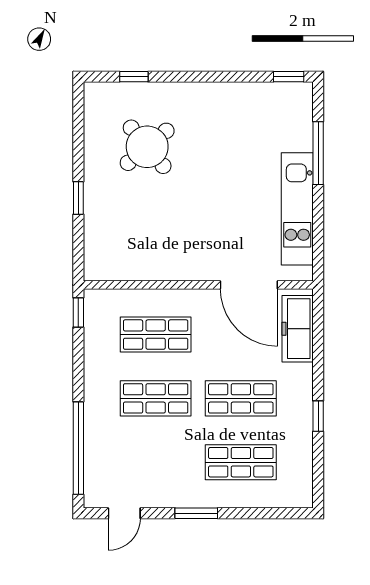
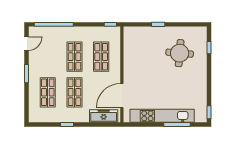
round table: (147, 147) -> (180, 53), turned 45
kitchen unit: (297, 209) -> (162, 116), width x1.36
door: (124, 513) -> (26, 44), swing flipped

